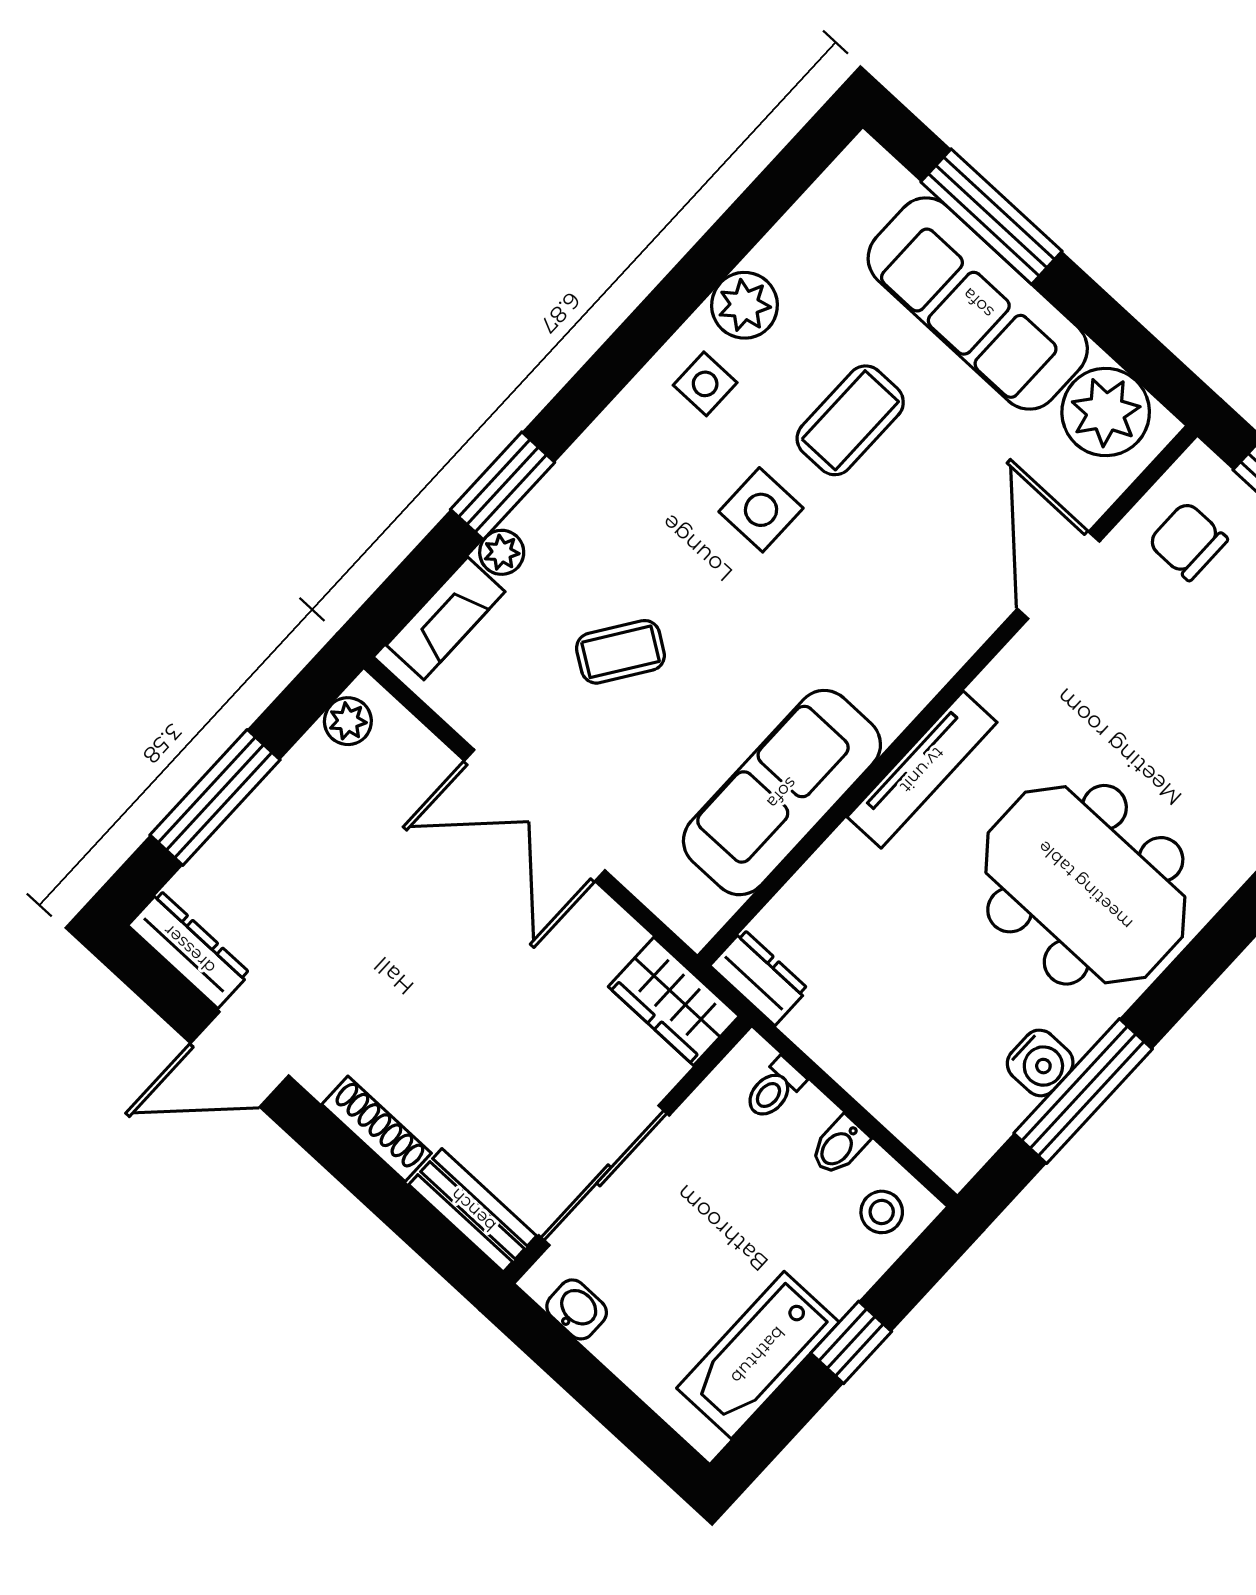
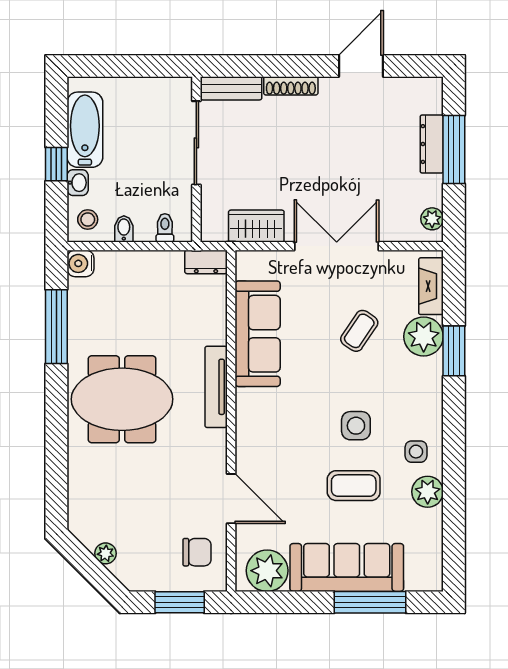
coffee table: (850, 420) -> (354, 486), turned 90
plant: (502, 552) -> (424, 336), width x1.88, depth x1.88
dresser: (189, 949) -> (432, 144), moved, turned 90
wardrobe: (674, 1001) -> (256, 226), moved
water cooler: (1040, 1063) -> (80, 263), moved
washbasin: (577, 1309) -> (78, 183), moved, turned -90

